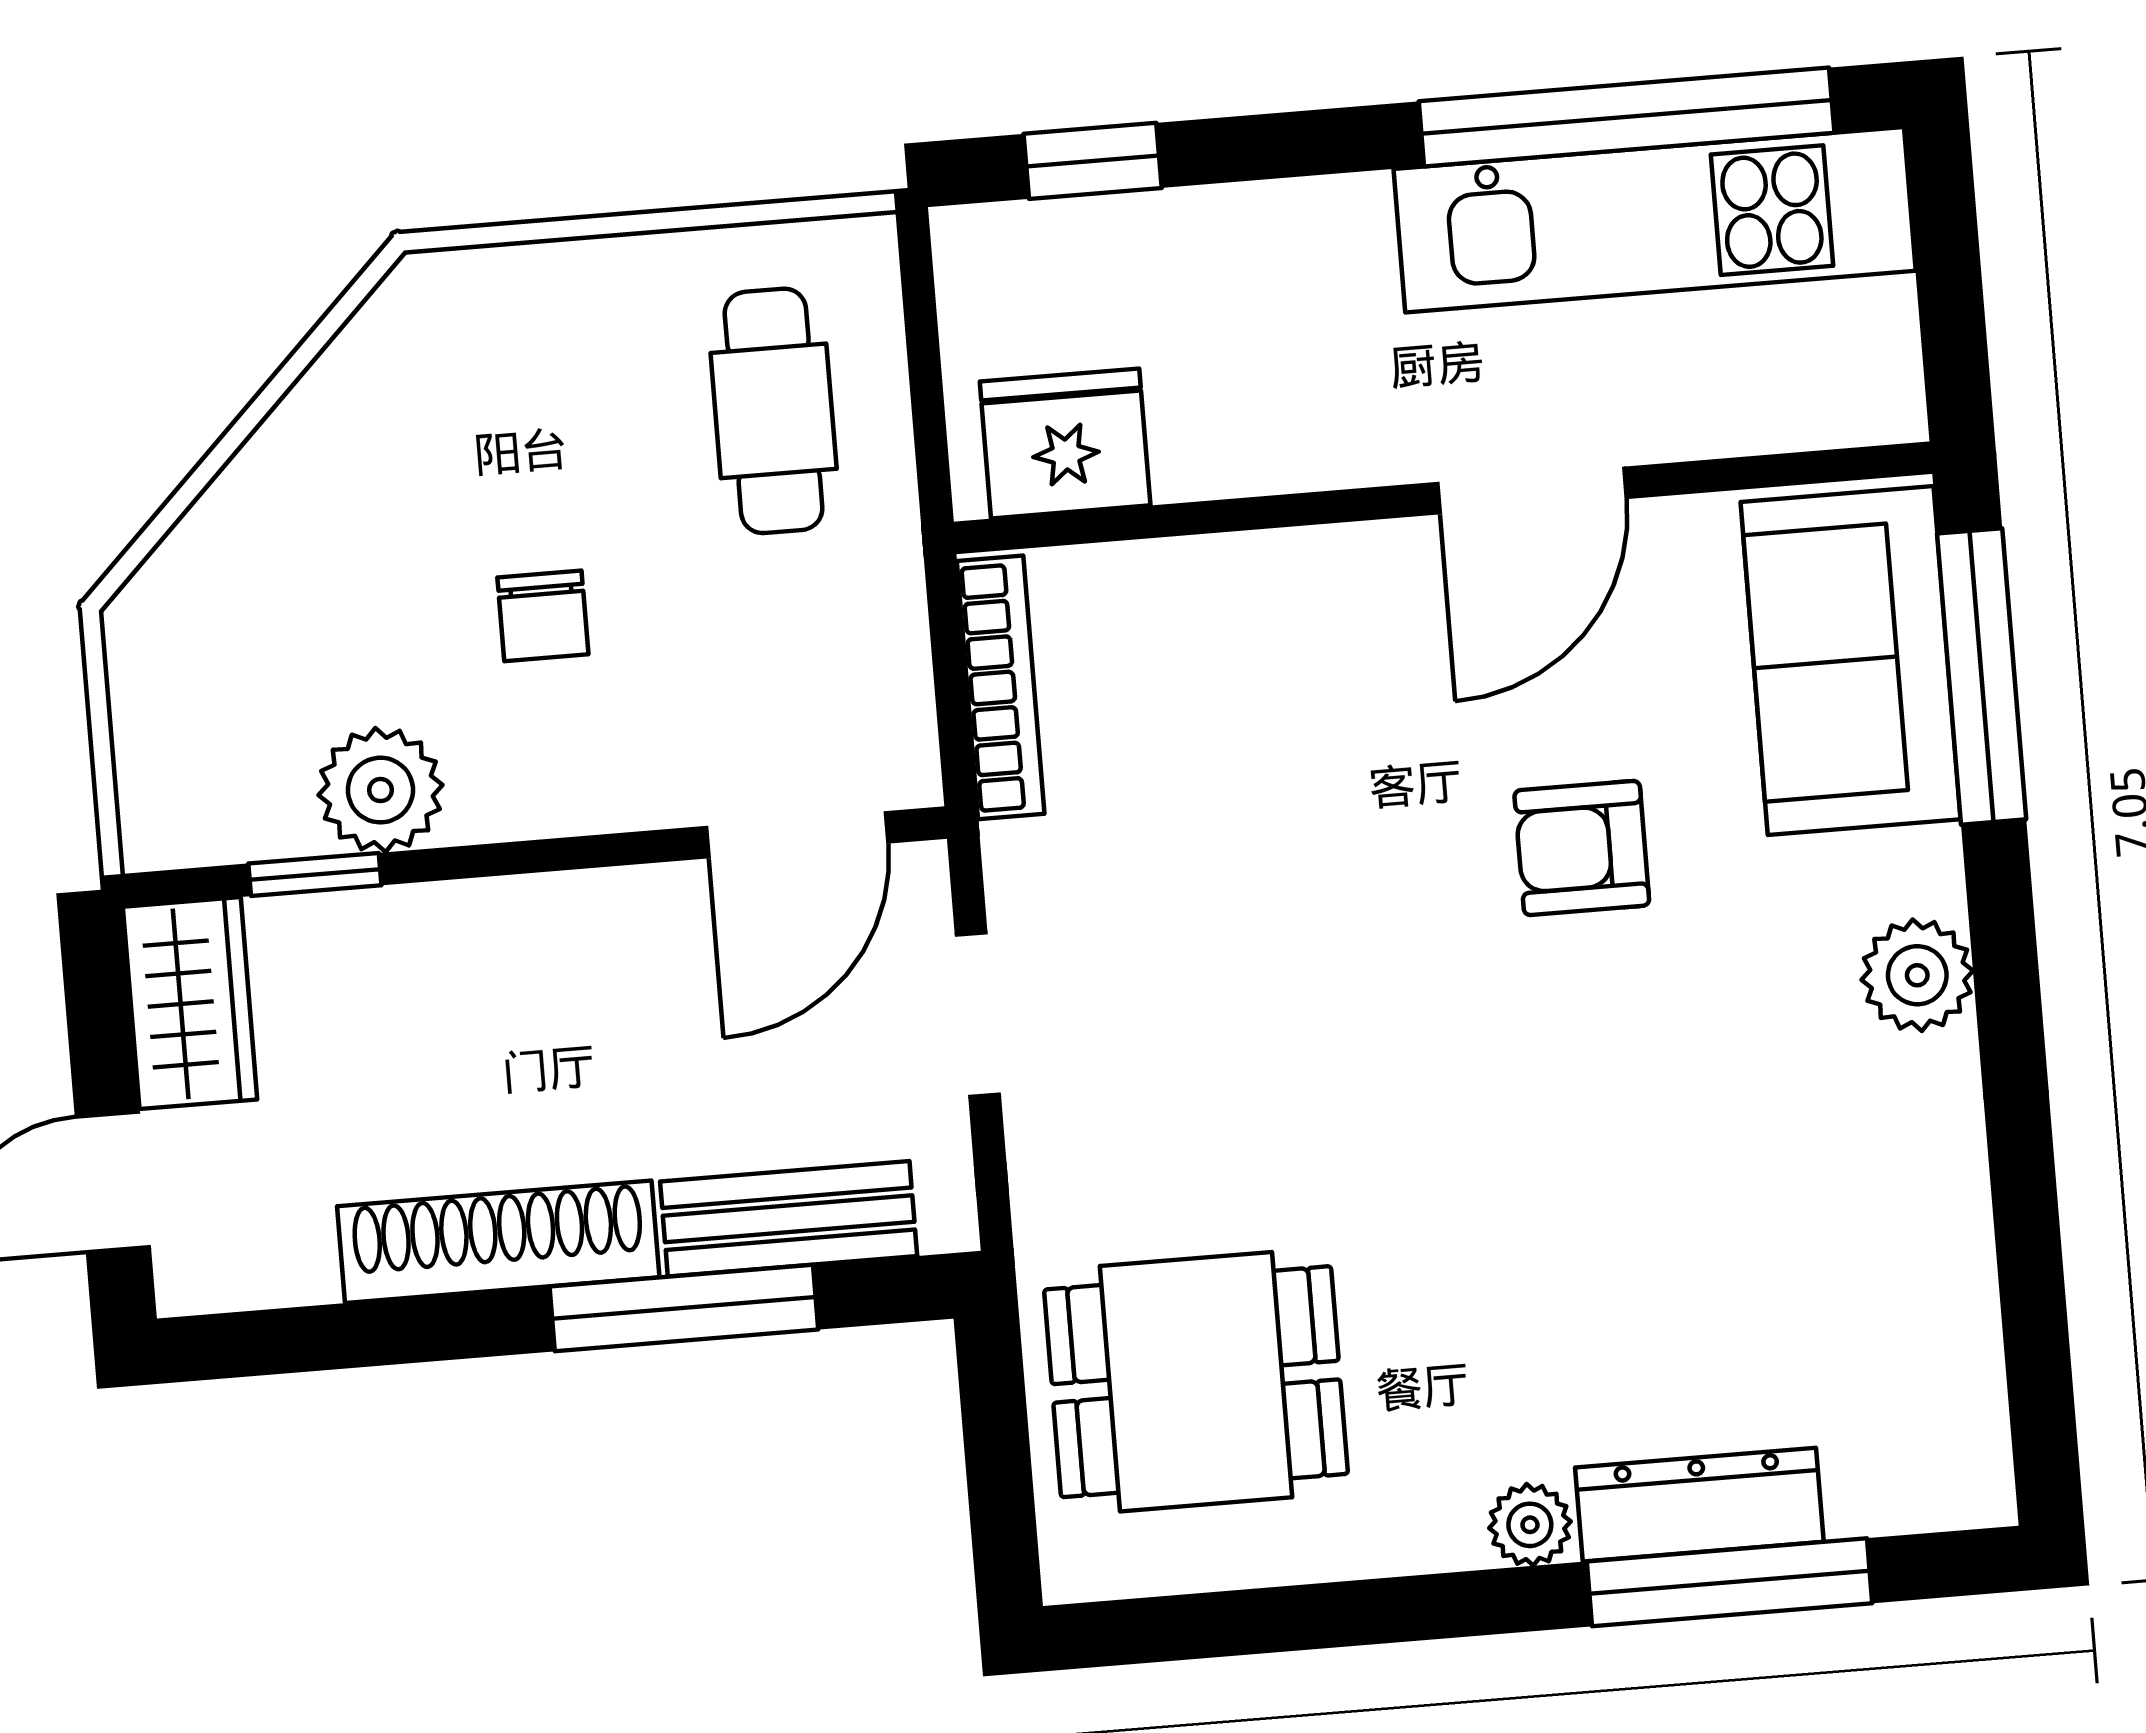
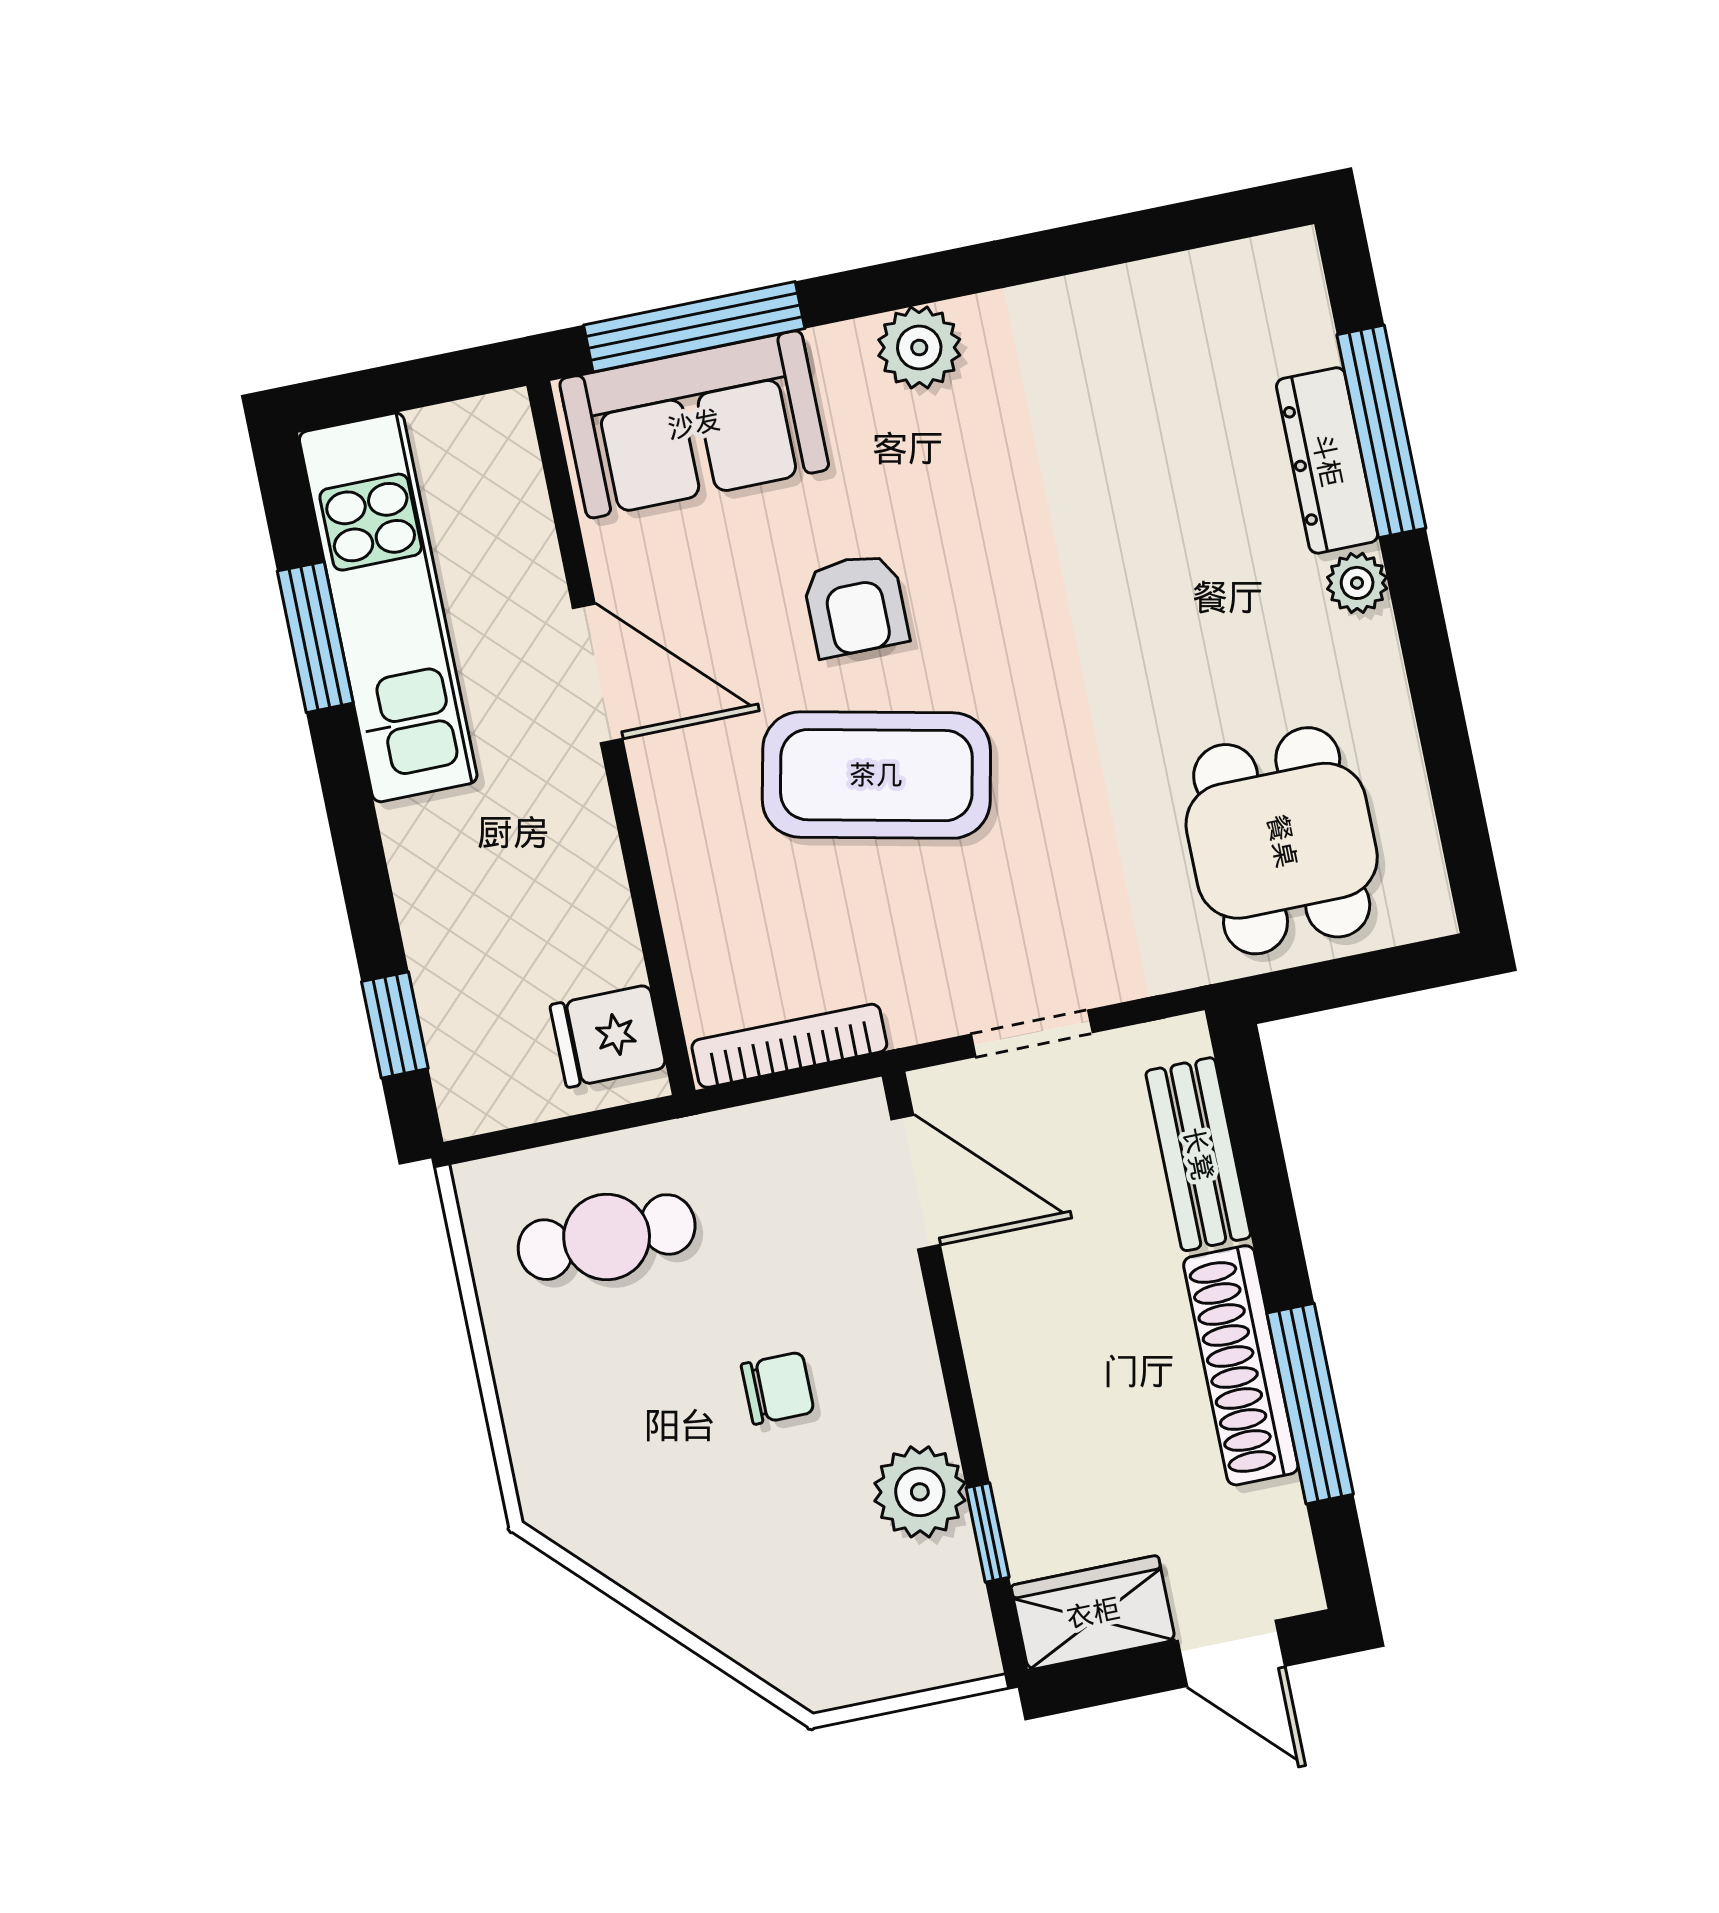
window: (1627, 117) -> (315, 637), width x0.47
fridge: (1065, 443) -> (608, 1036), width x0.72
coffee table: (1350, 848) -> (876, 775), added
window: (684, 1308) -> (1310, 1404), moved

